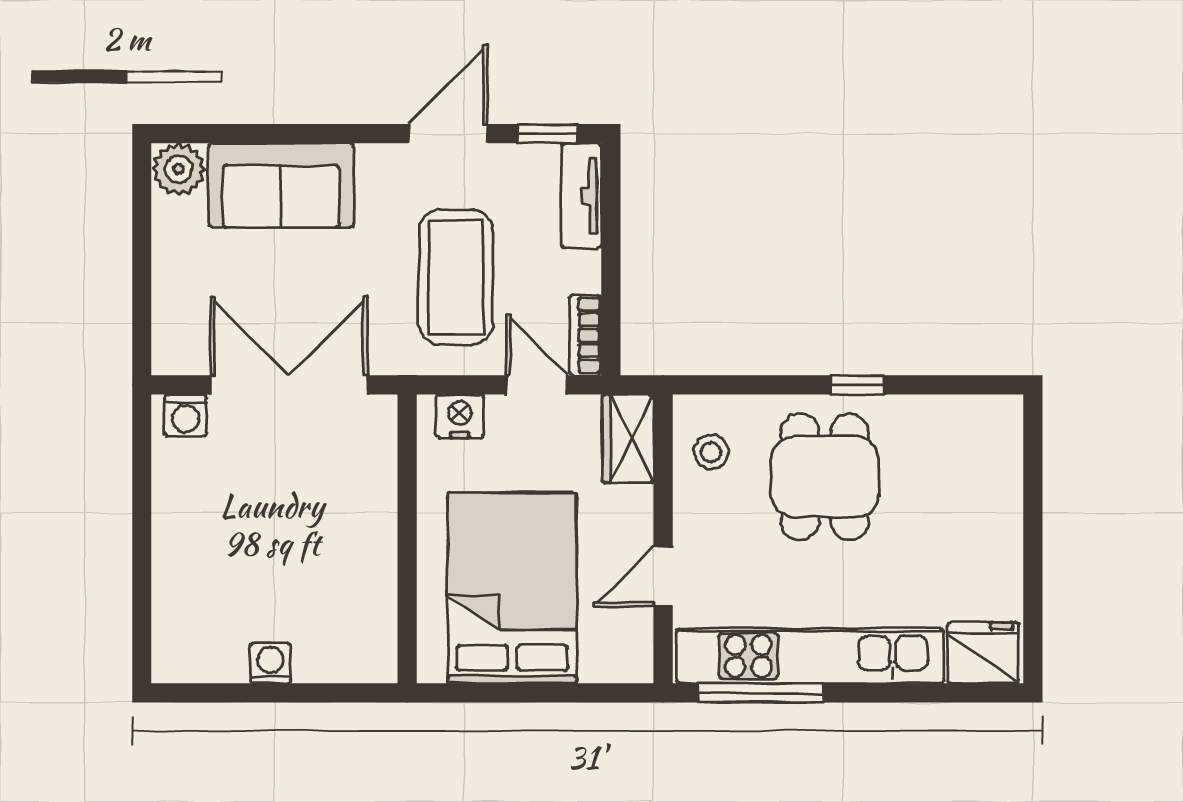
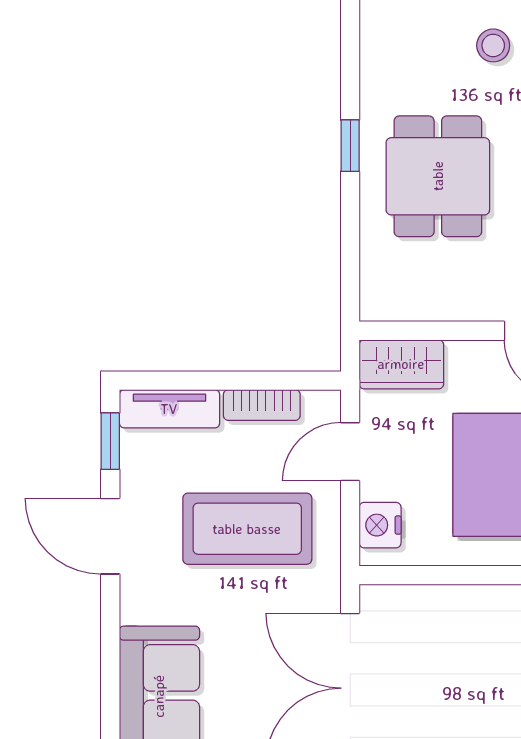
bookcase: (585, 335) -> (262, 405), moved
stool: (711, 452) -> (493, 45), moved
dining table: (825, 477) -> (438, 176), turned 90

